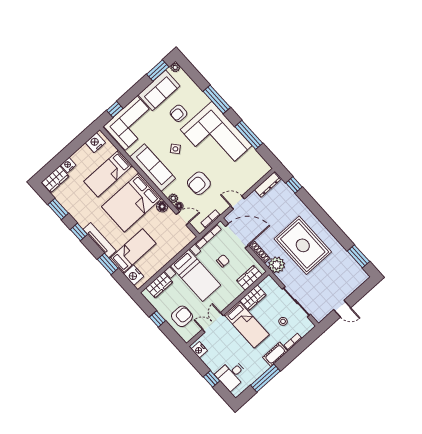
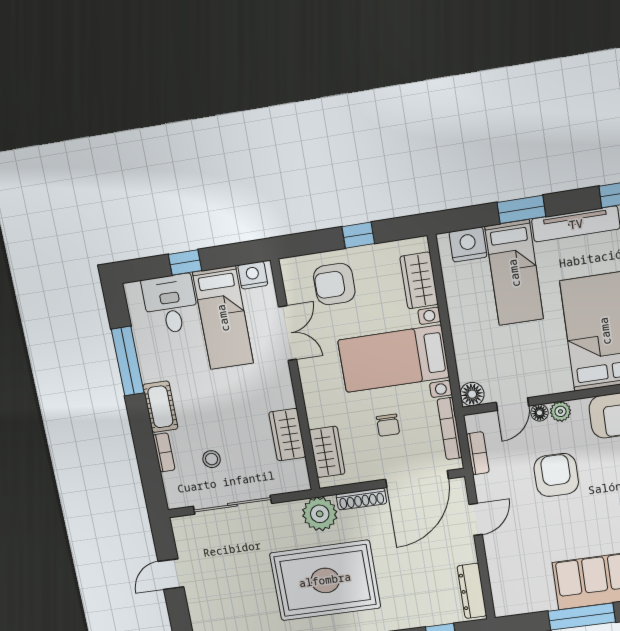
floor lamp: (162, 207) -> (472, 394), moved
armchair: (182, 316) -> (334, 284), turned 90
bed: (247, 325) -> (223, 318), moved, turned -90

